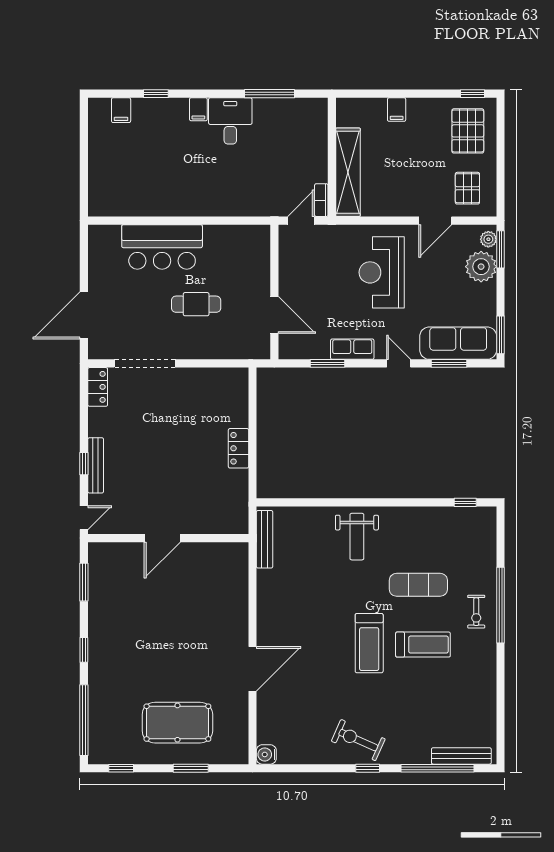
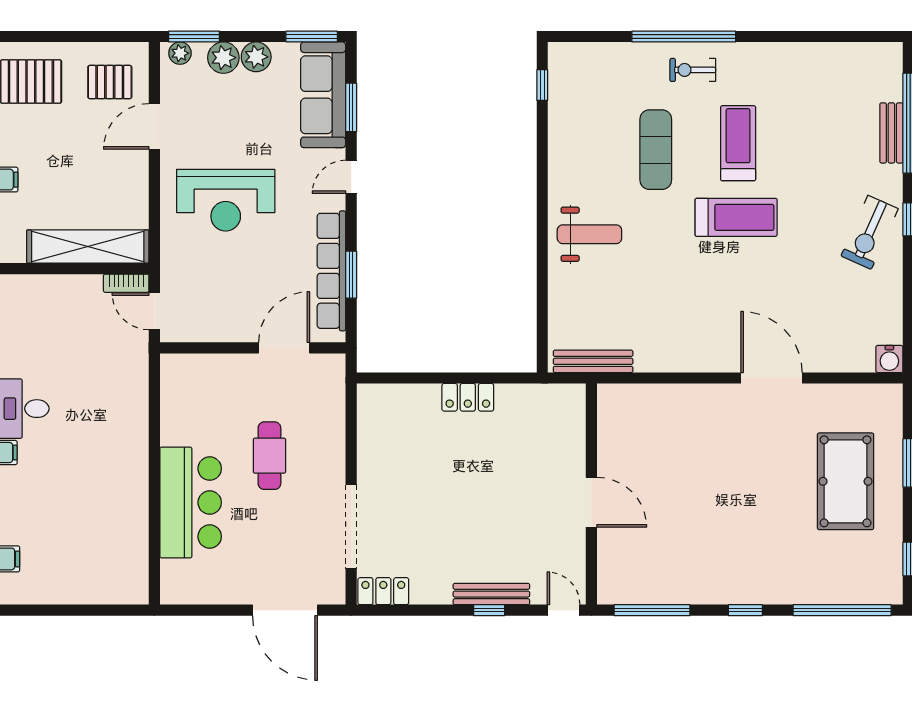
door: (435, 221) -> (154, 126), swing flipped
plant: (481, 267) -> (223, 58), width x0.73, depth x0.73
plant: (486, 295) -> (256, 57), added
row of seats: (352, 349) -> (331, 271), width x2.02
window: (84, 582) -> (652, 610), width x1.44
exercise bike: (476, 612) -> (693, 70), turned 180
bench: (461, 756) -> (891, 133), moved, width x0.73

